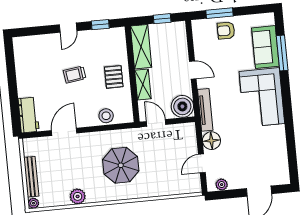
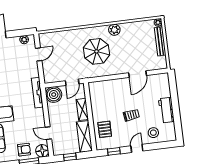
door: (193, 70) -> (48, 133), moved
pallet: (114, 77) -> (105, 129), moved
workbench: (29, 115) -> (166, 110), moved
stool: (106, 116) -> (153, 133), moved
door: (156, 123) -> (72, 82), hinge flipped
floor lamp: (211, 141) -> (42, 151), moved
plant: (78, 196) -> (114, 30), moved

